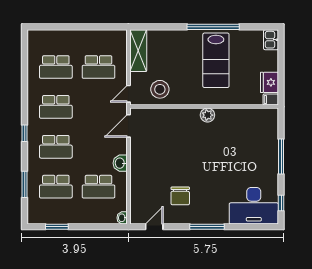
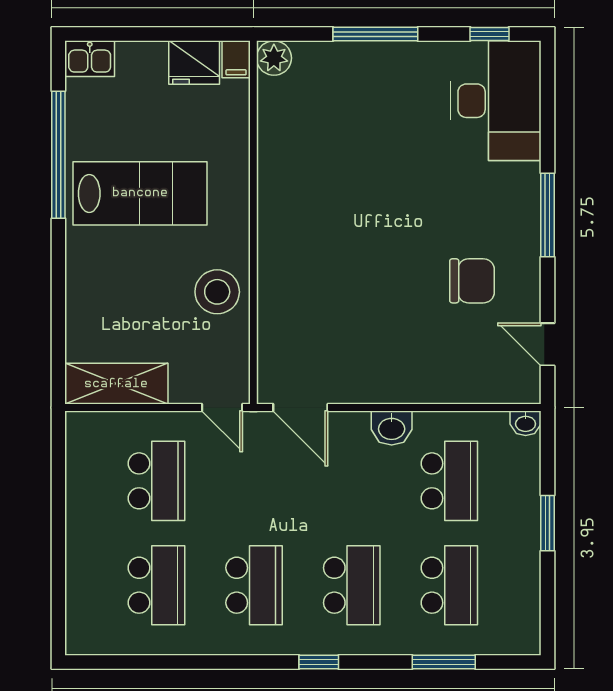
window: (213, 27) -> (58, 155), moved
stool: (160, 89) -> (217, 292), moved
plant: (207, 115) -> (274, 58), moved
window: (57, 227) -> (547, 523), moved

